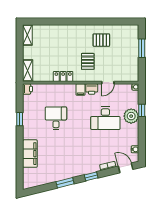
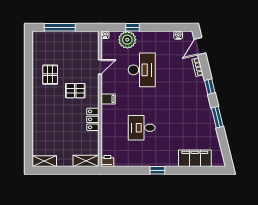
window: (142, 48) -> (60, 27), width x1.44
door: (108, 83) -> (100, 67), hinge flipped
printer: (92, 89) -> (107, 86), removed
plant: (131, 116) -> (127, 40), moved
window: (20, 119) -> (157, 170), moved
filing cabinet: (30, 154) -> (195, 158), moved

